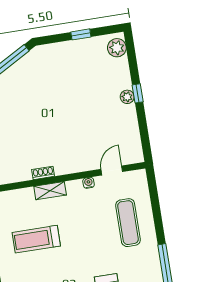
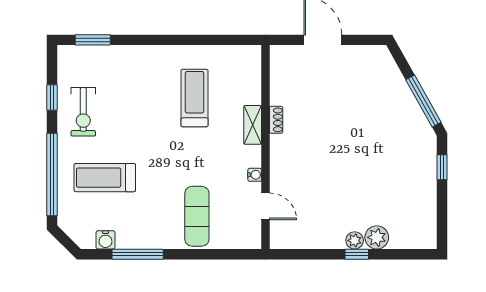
window: (81, 34) -> (442, 167), moved
plant: (117, 48) -> (377, 237), moved
exercise mat: (128, 223) -> (197, 216), turned 90

